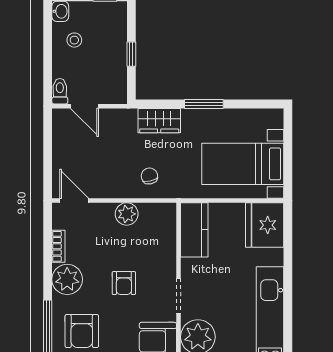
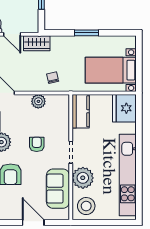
wardrobe: (159, 121) -> (37, 43), moved
armchair: (124, 283) -> (37, 144), turned 180

